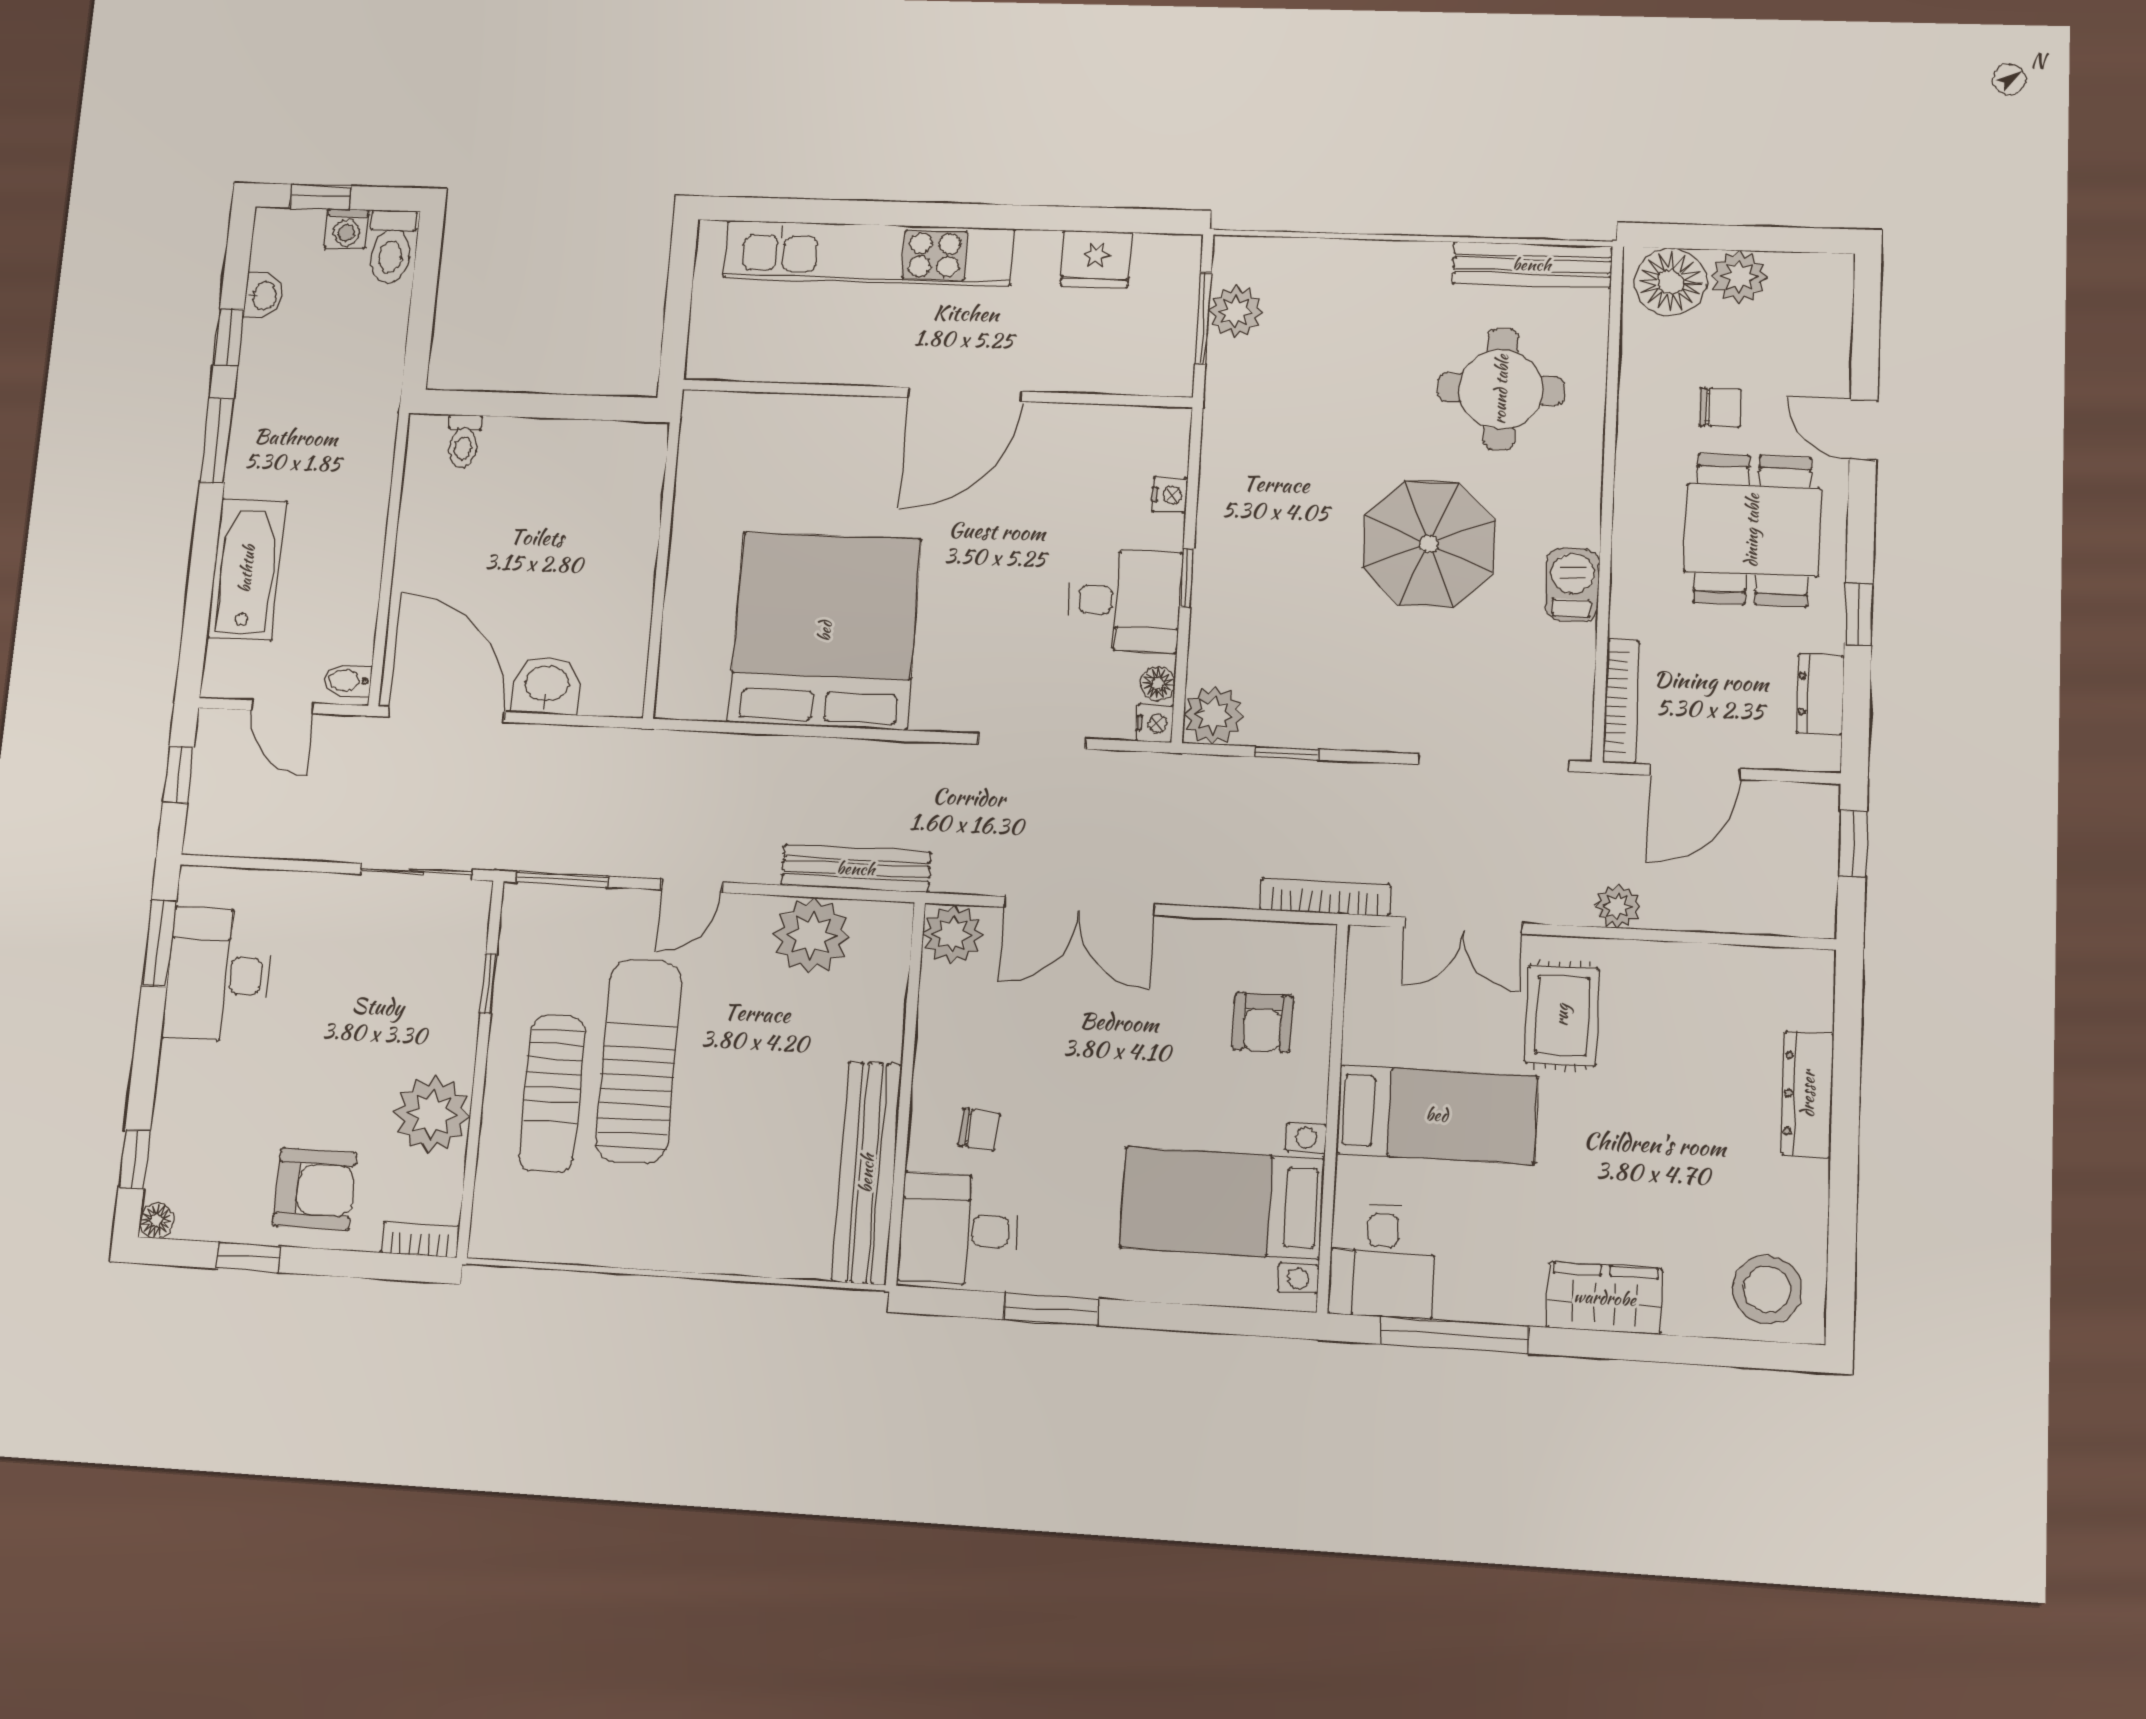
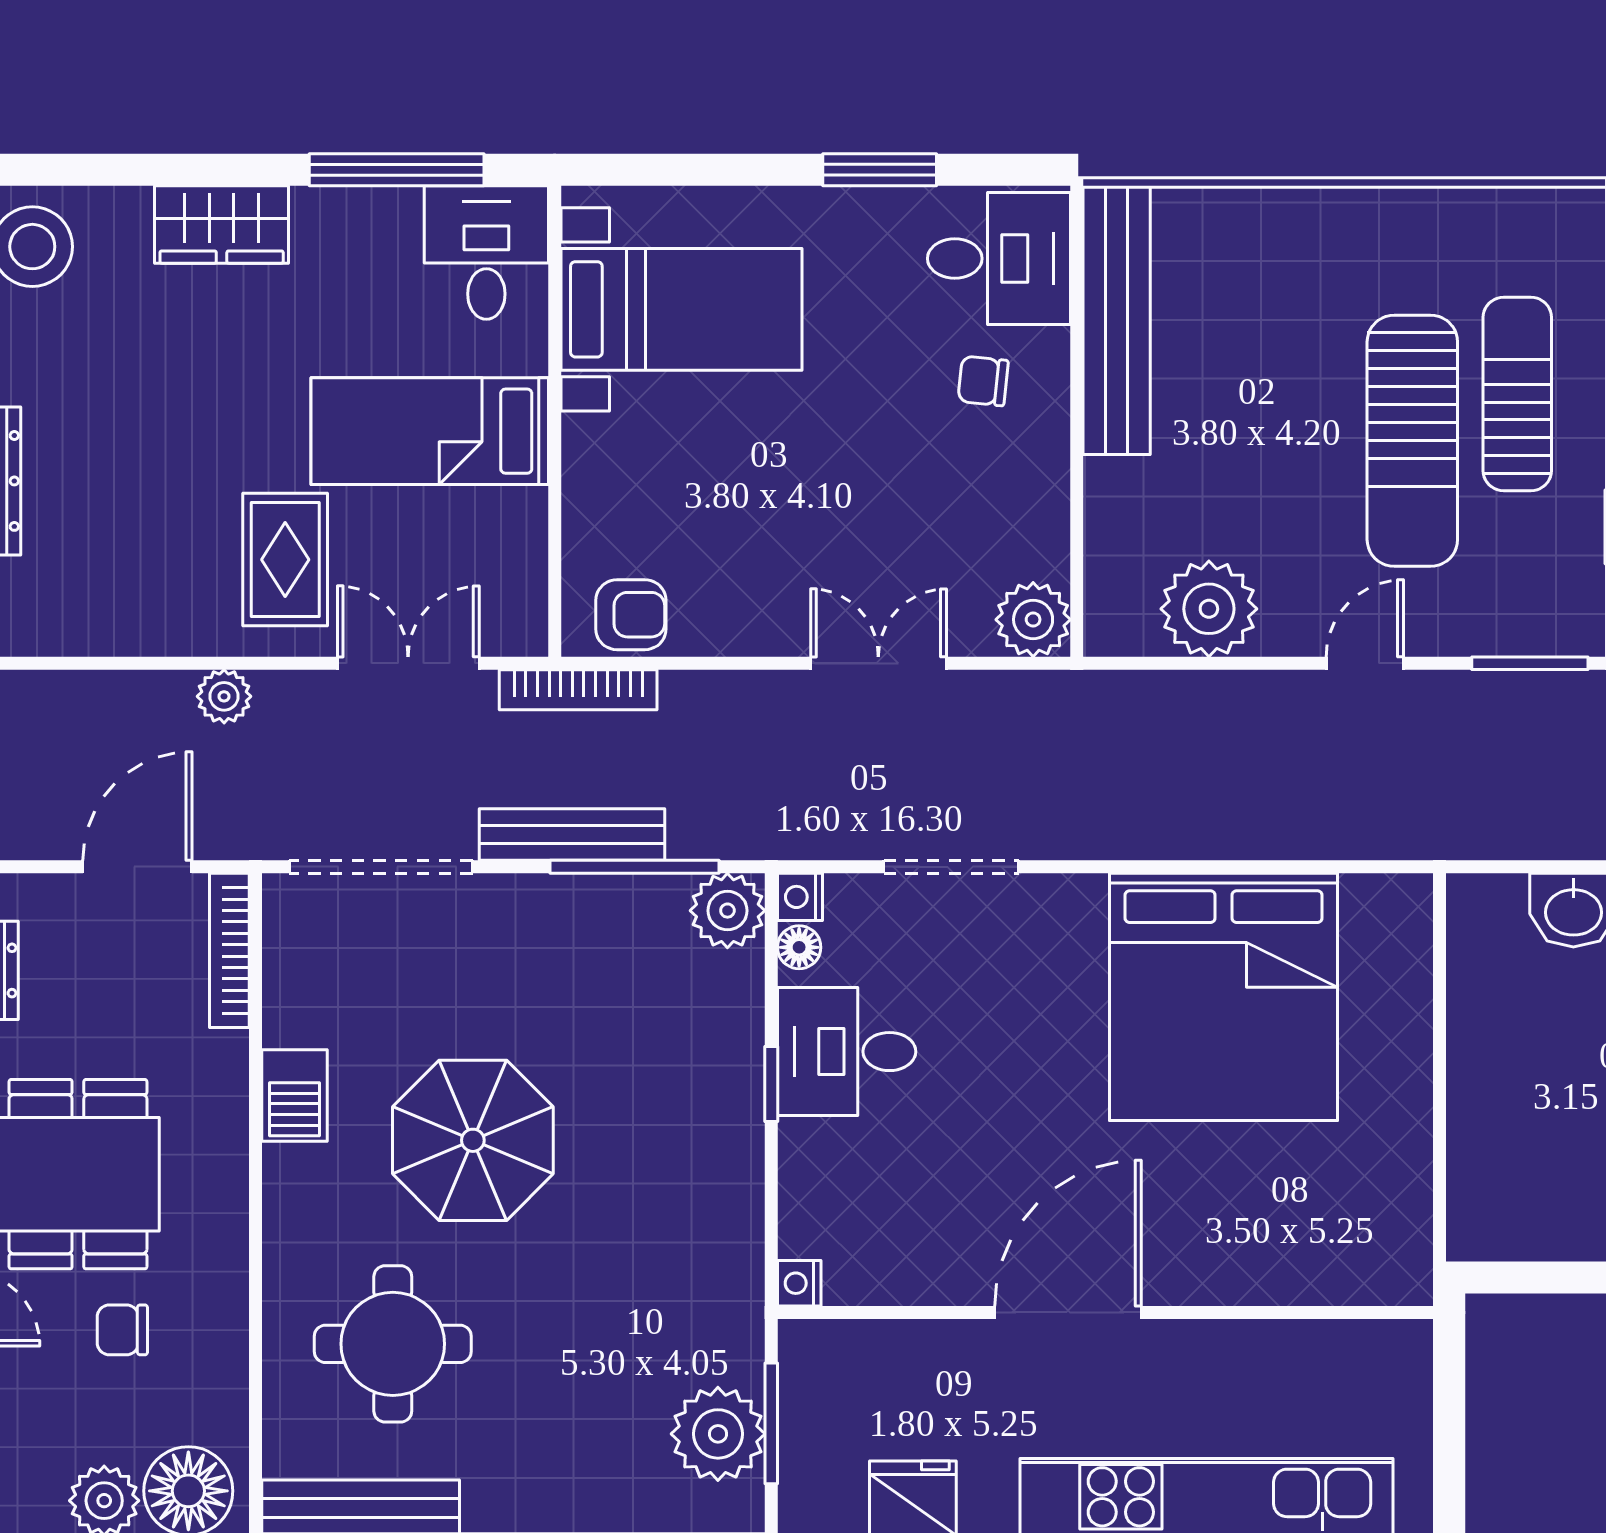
plant: (1236, 312) -> (718, 1434), width x1.36, depth x1.36
nightstand: (1170, 495) -> (799, 1283), moved
window: (1287, 753) -> (634, 867), width x2.17
bench: (856, 869) -> (572, 835), moved
double door: (1079, 906) -> (878, 663), width x0.73
armchair: (1263, 1022) -> (631, 615), moved, turned 90

